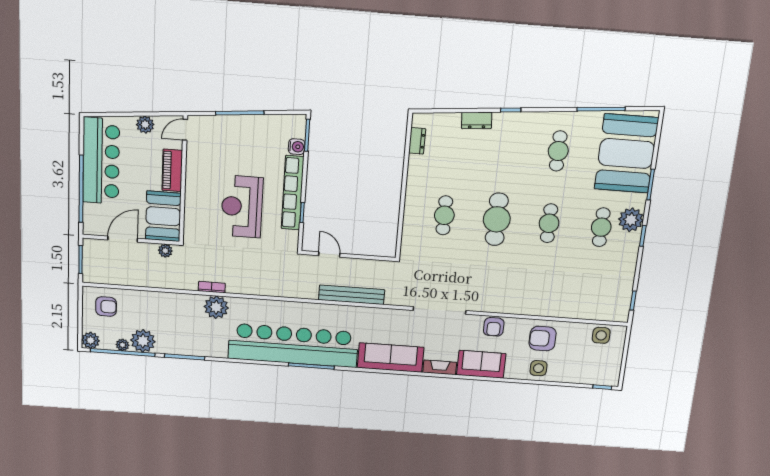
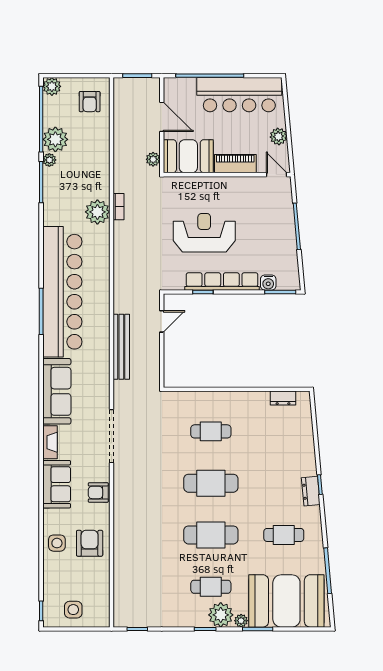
dresser: (477, 120) -> (311, 491), moved
plant: (640, 200) -> (241, 621), added
cafe table: (549, 223) -> (211, 535), width x1.37, depth x1.35
side table: (601, 335) -> (73, 610), moved
plant: (122, 345) -> (49, 160), moved

